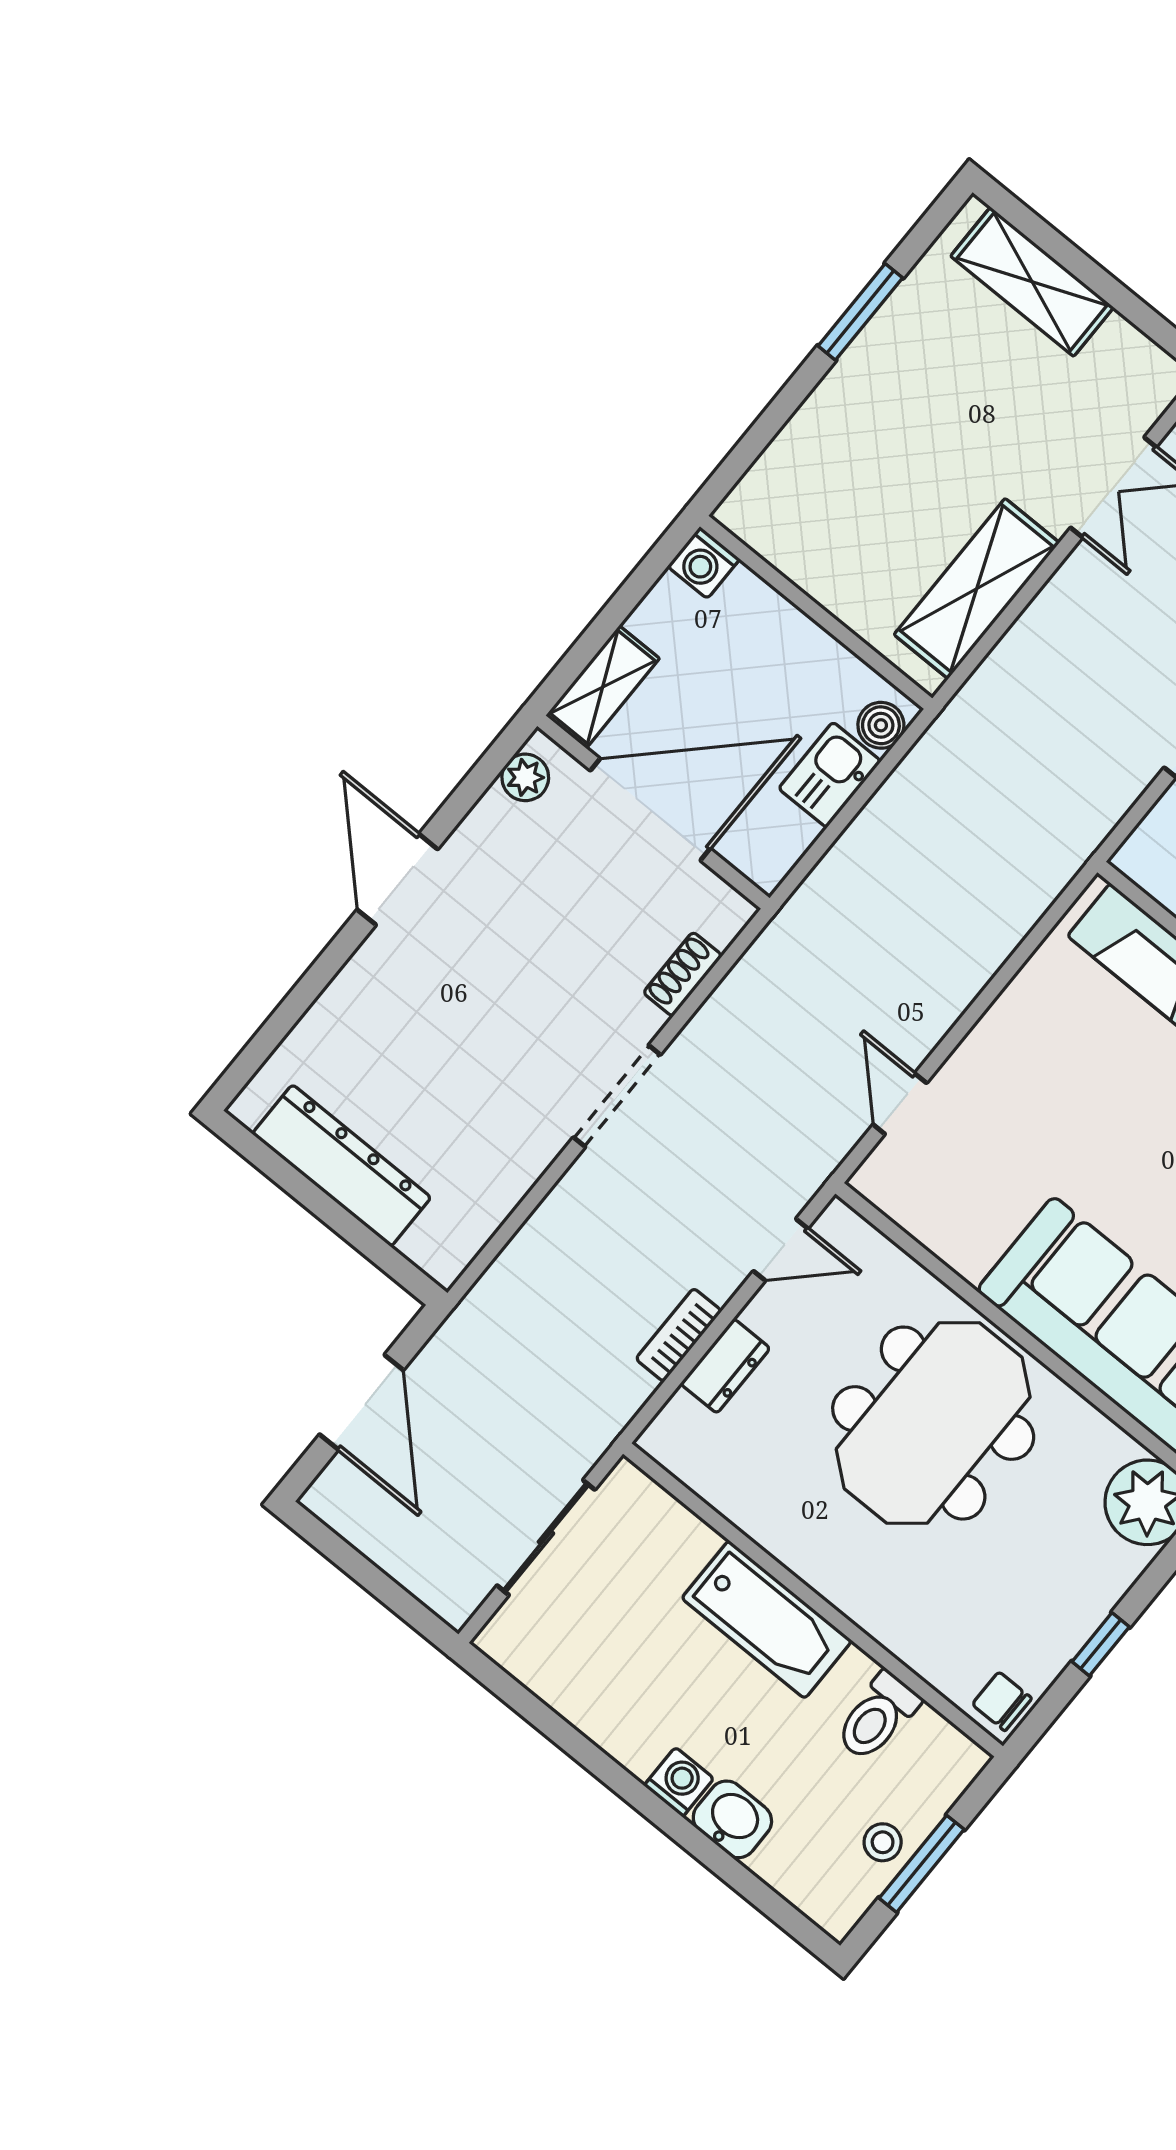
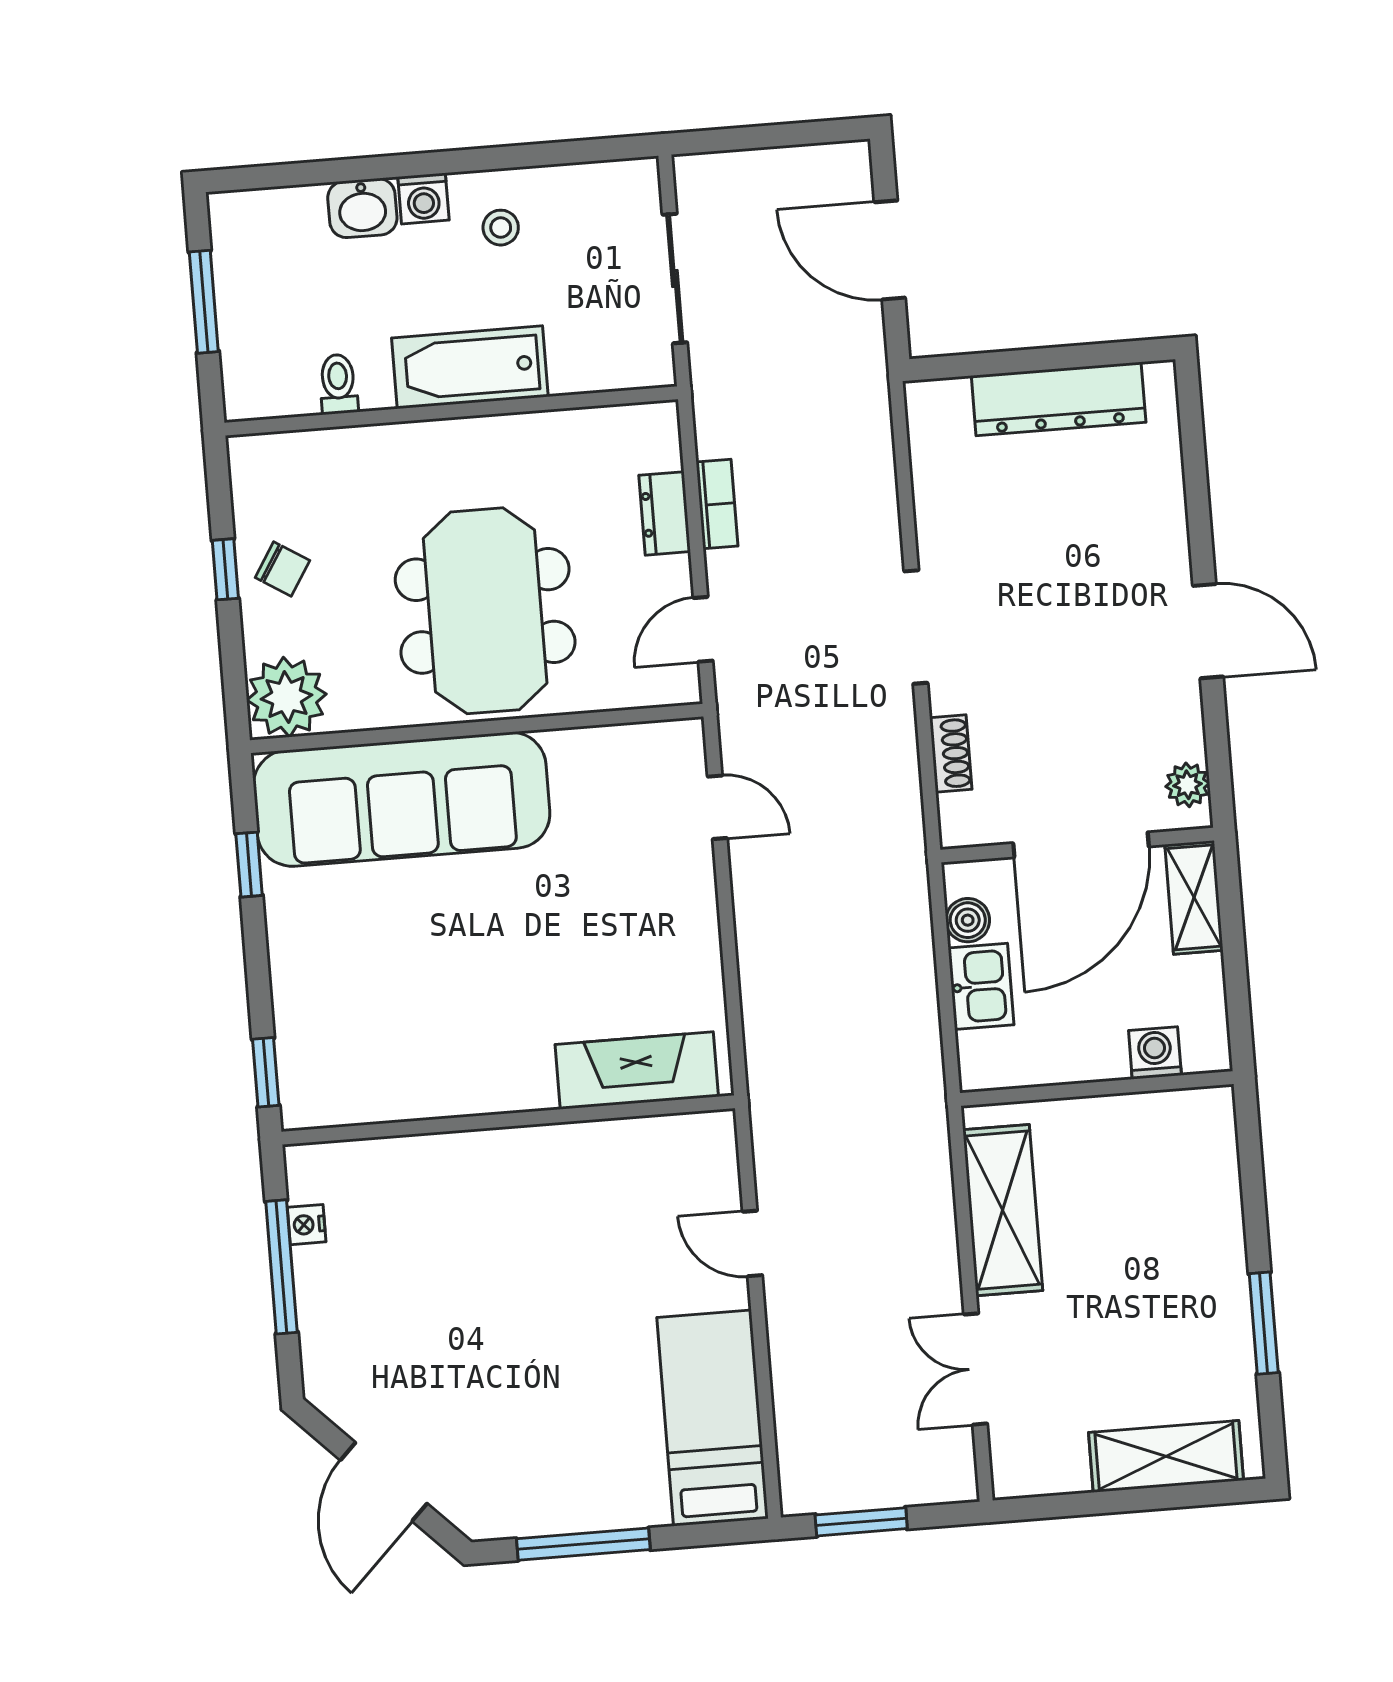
washing machine: (704, 563) -> (1155, 1053), moved
boiler: (881, 725) -> (968, 920), moved
chair: (1002, 1701) -> (282, 569), moved, turned 32
toilet: (877, 1717) -> (338, 384), width x0.73, depth x0.72
stool: (883, 1842) -> (501, 228), moved

